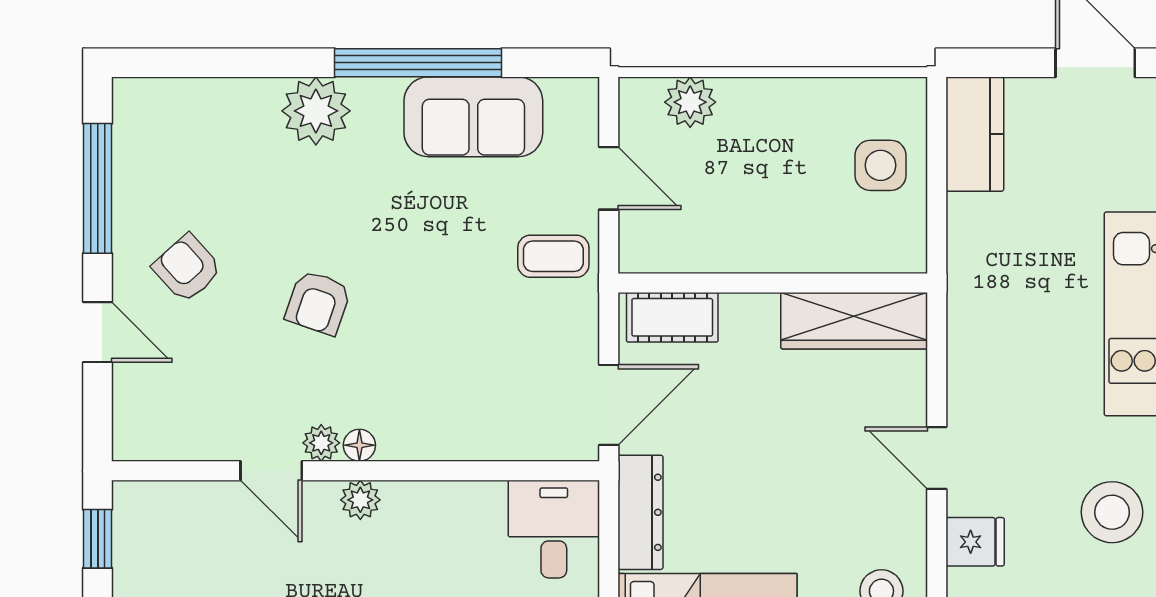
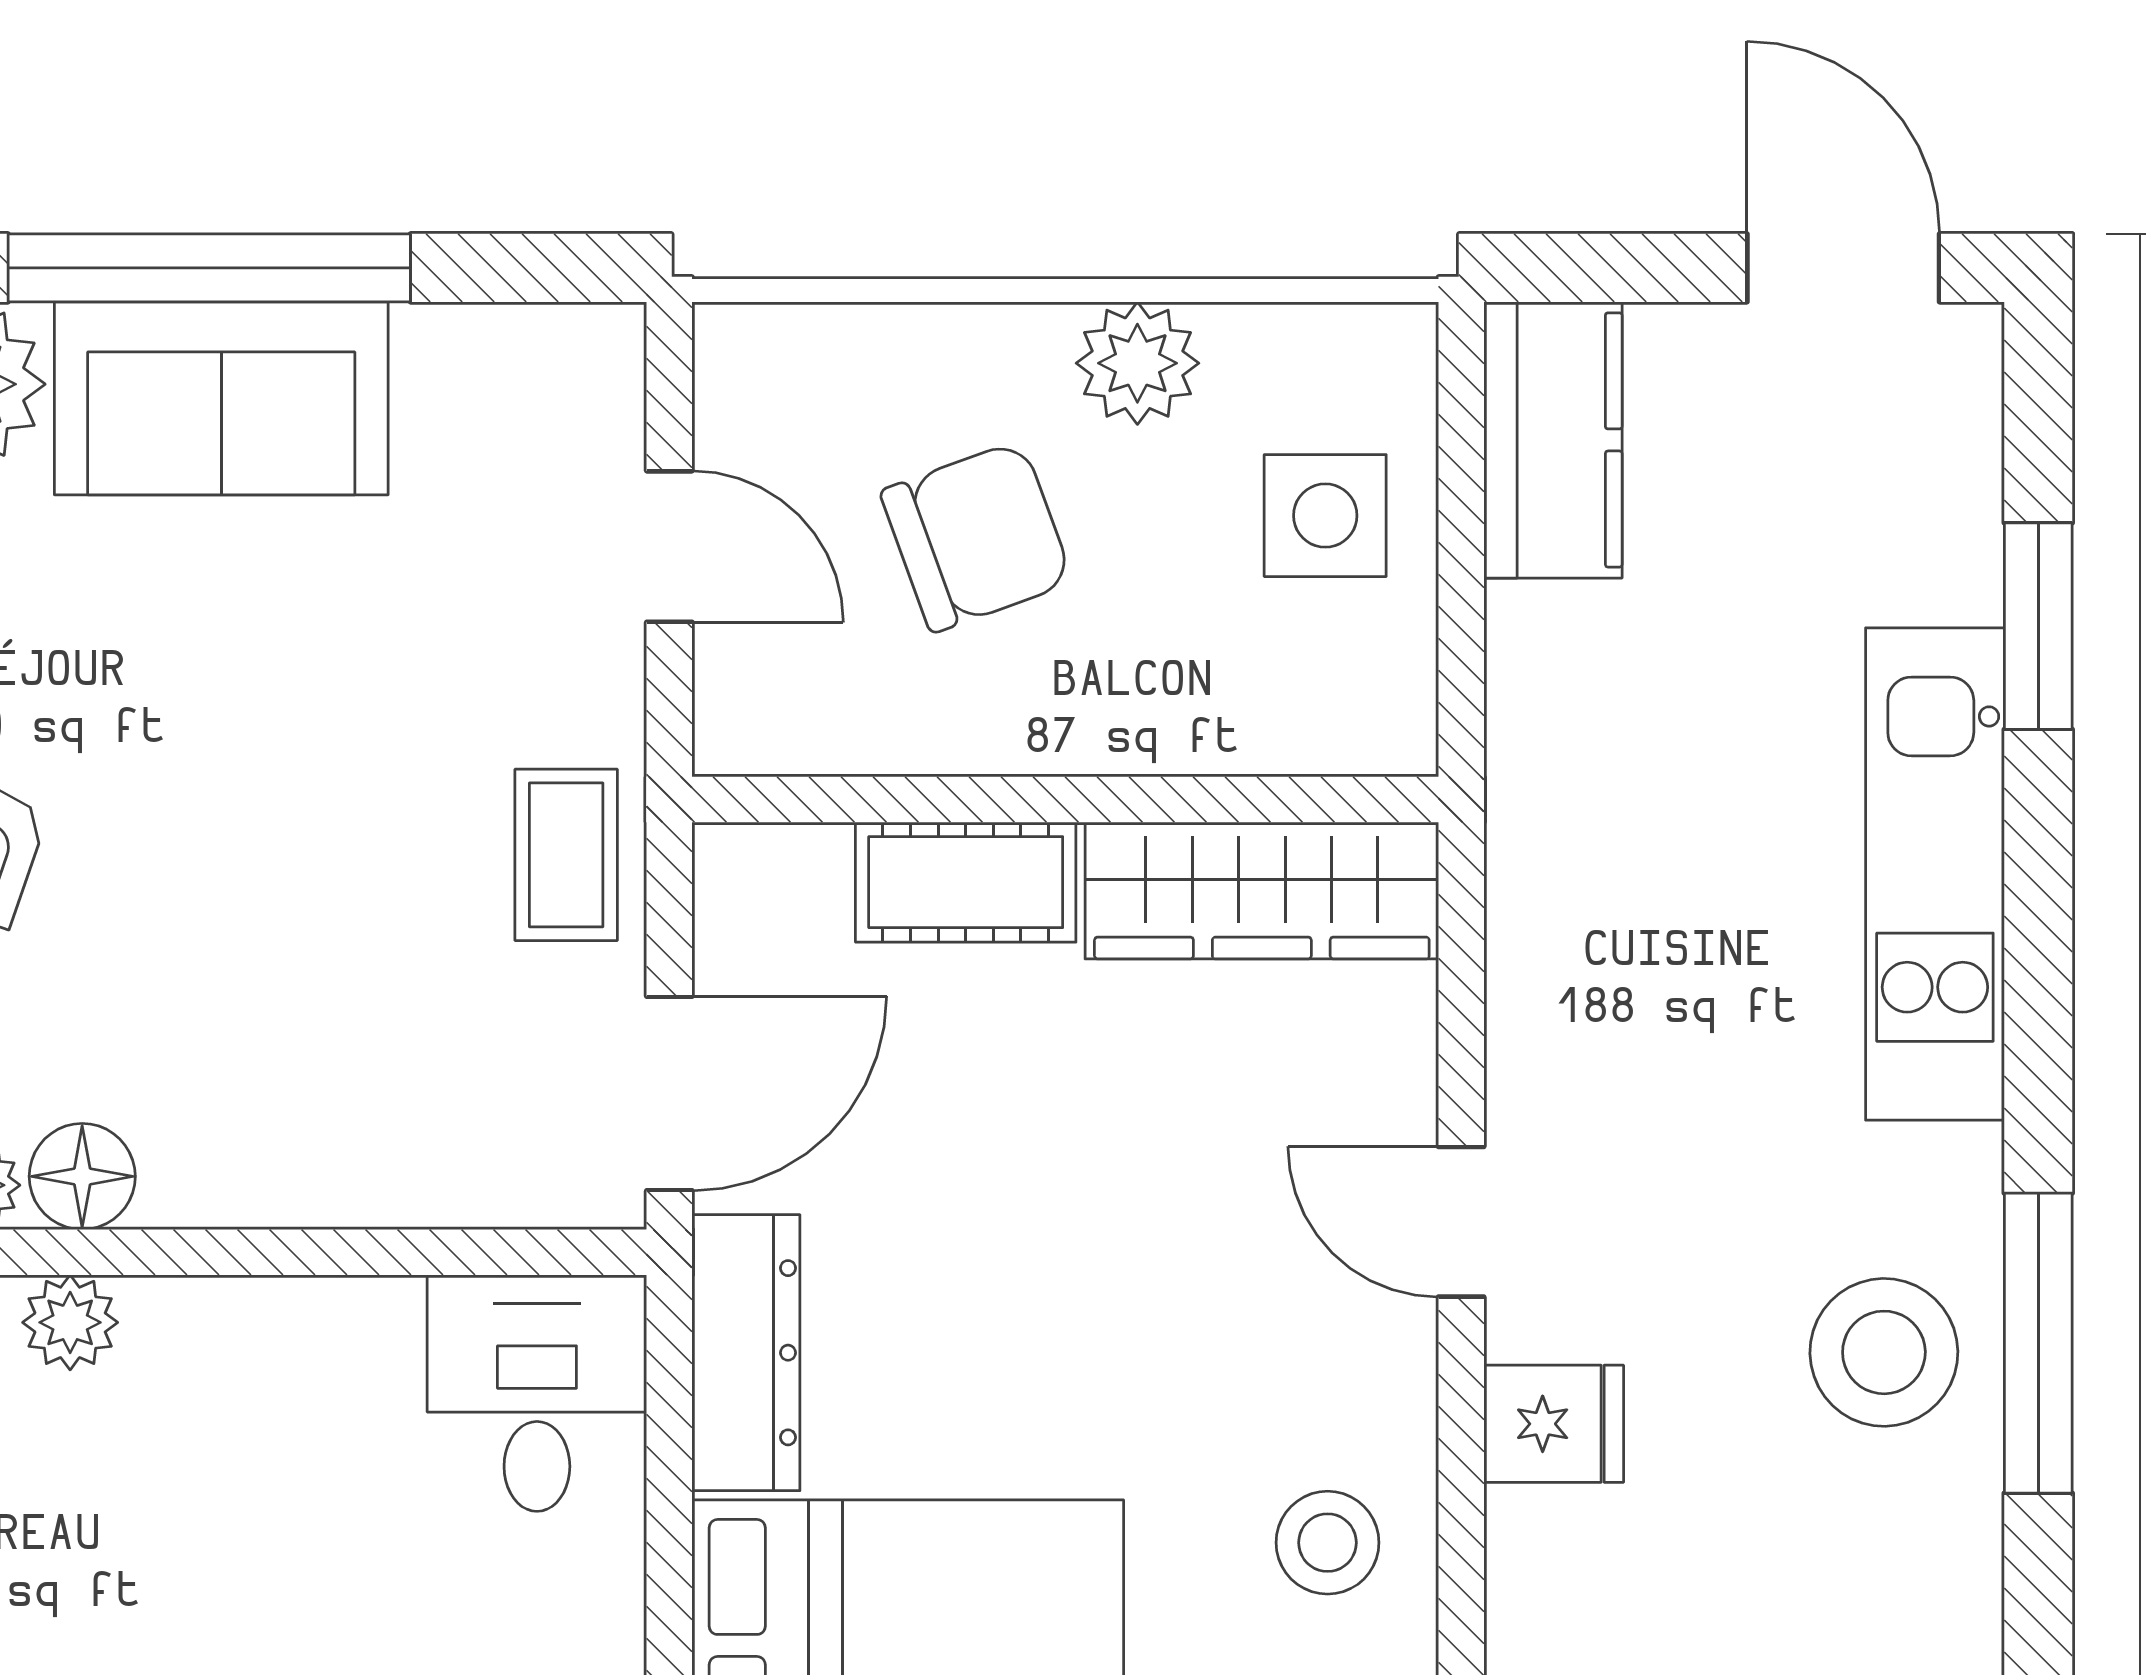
plant: (690, 102) -> (1137, 363), moved
sofa: (473, 117) -> (221, 398), moved
chair: (736, 174) -> (977, 537), added
coffee table: (553, 256) -> (566, 855), moved, turned 90
cot: (672, 317) -> (966, 882), moved
floor lamp: (359, 445) -> (82, 1176), width x1.37, depth x1.37

